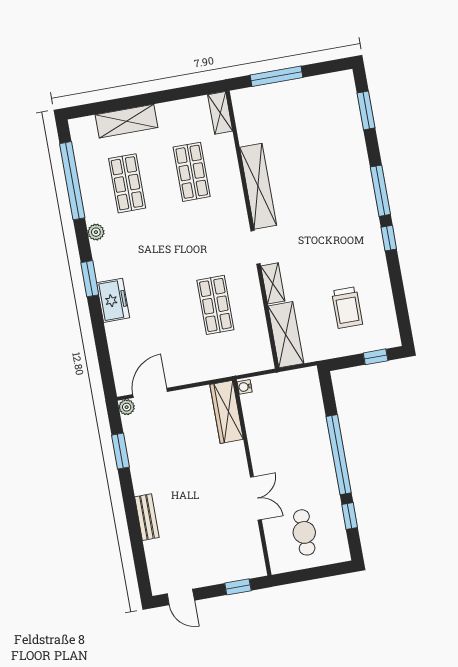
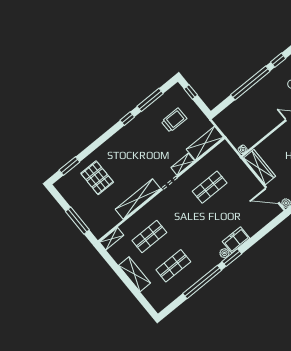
shelving: (127, 121) -> (135, 274), moved
pallet: (325, 142) -> (97, 178), added
window: (72, 181) -> (202, 282), moved
window: (380, 191) -> (150, 100), moved
plant: (96, 232) -> (224, 253), moved
wardrobe: (227, 412) -> (259, 167), moved, turned -90

